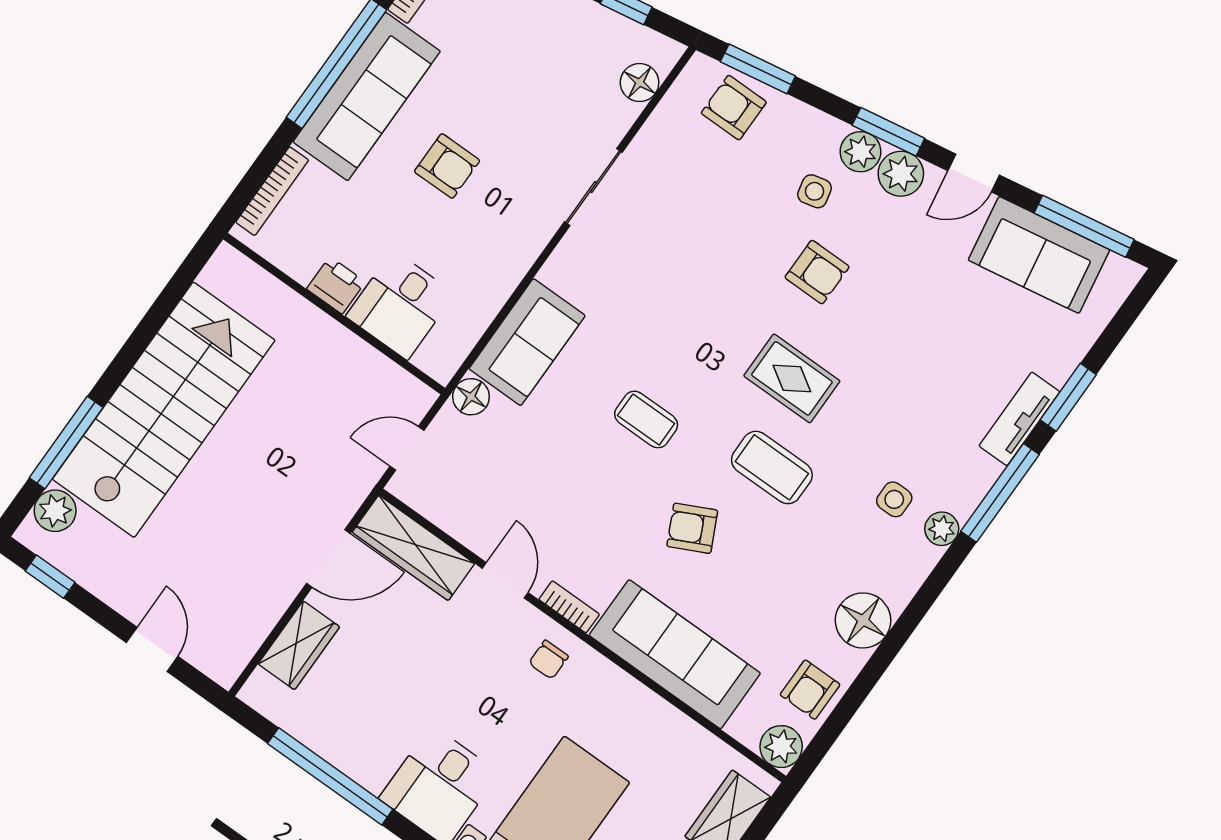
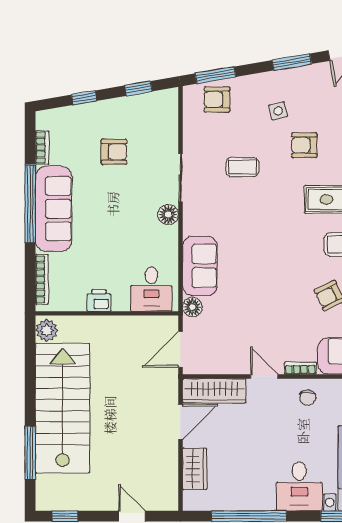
floor lamp: (640, 83) -> (168, 215), moved
plant: (861, 152) -> (286, 79), removed
armchair: (447, 166) -> (114, 152), moved
plant: (901, 174) -> (310, 76), removed
armchair: (817, 272) -> (304, 145), turned 180
desk: (400, 305) -> (151, 289), moved
coffee table: (646, 419) -> (242, 167), moved
door: (407, 448) -> (180, 349), width x1.38
plant: (55, 511) -> (47, 330), moved

